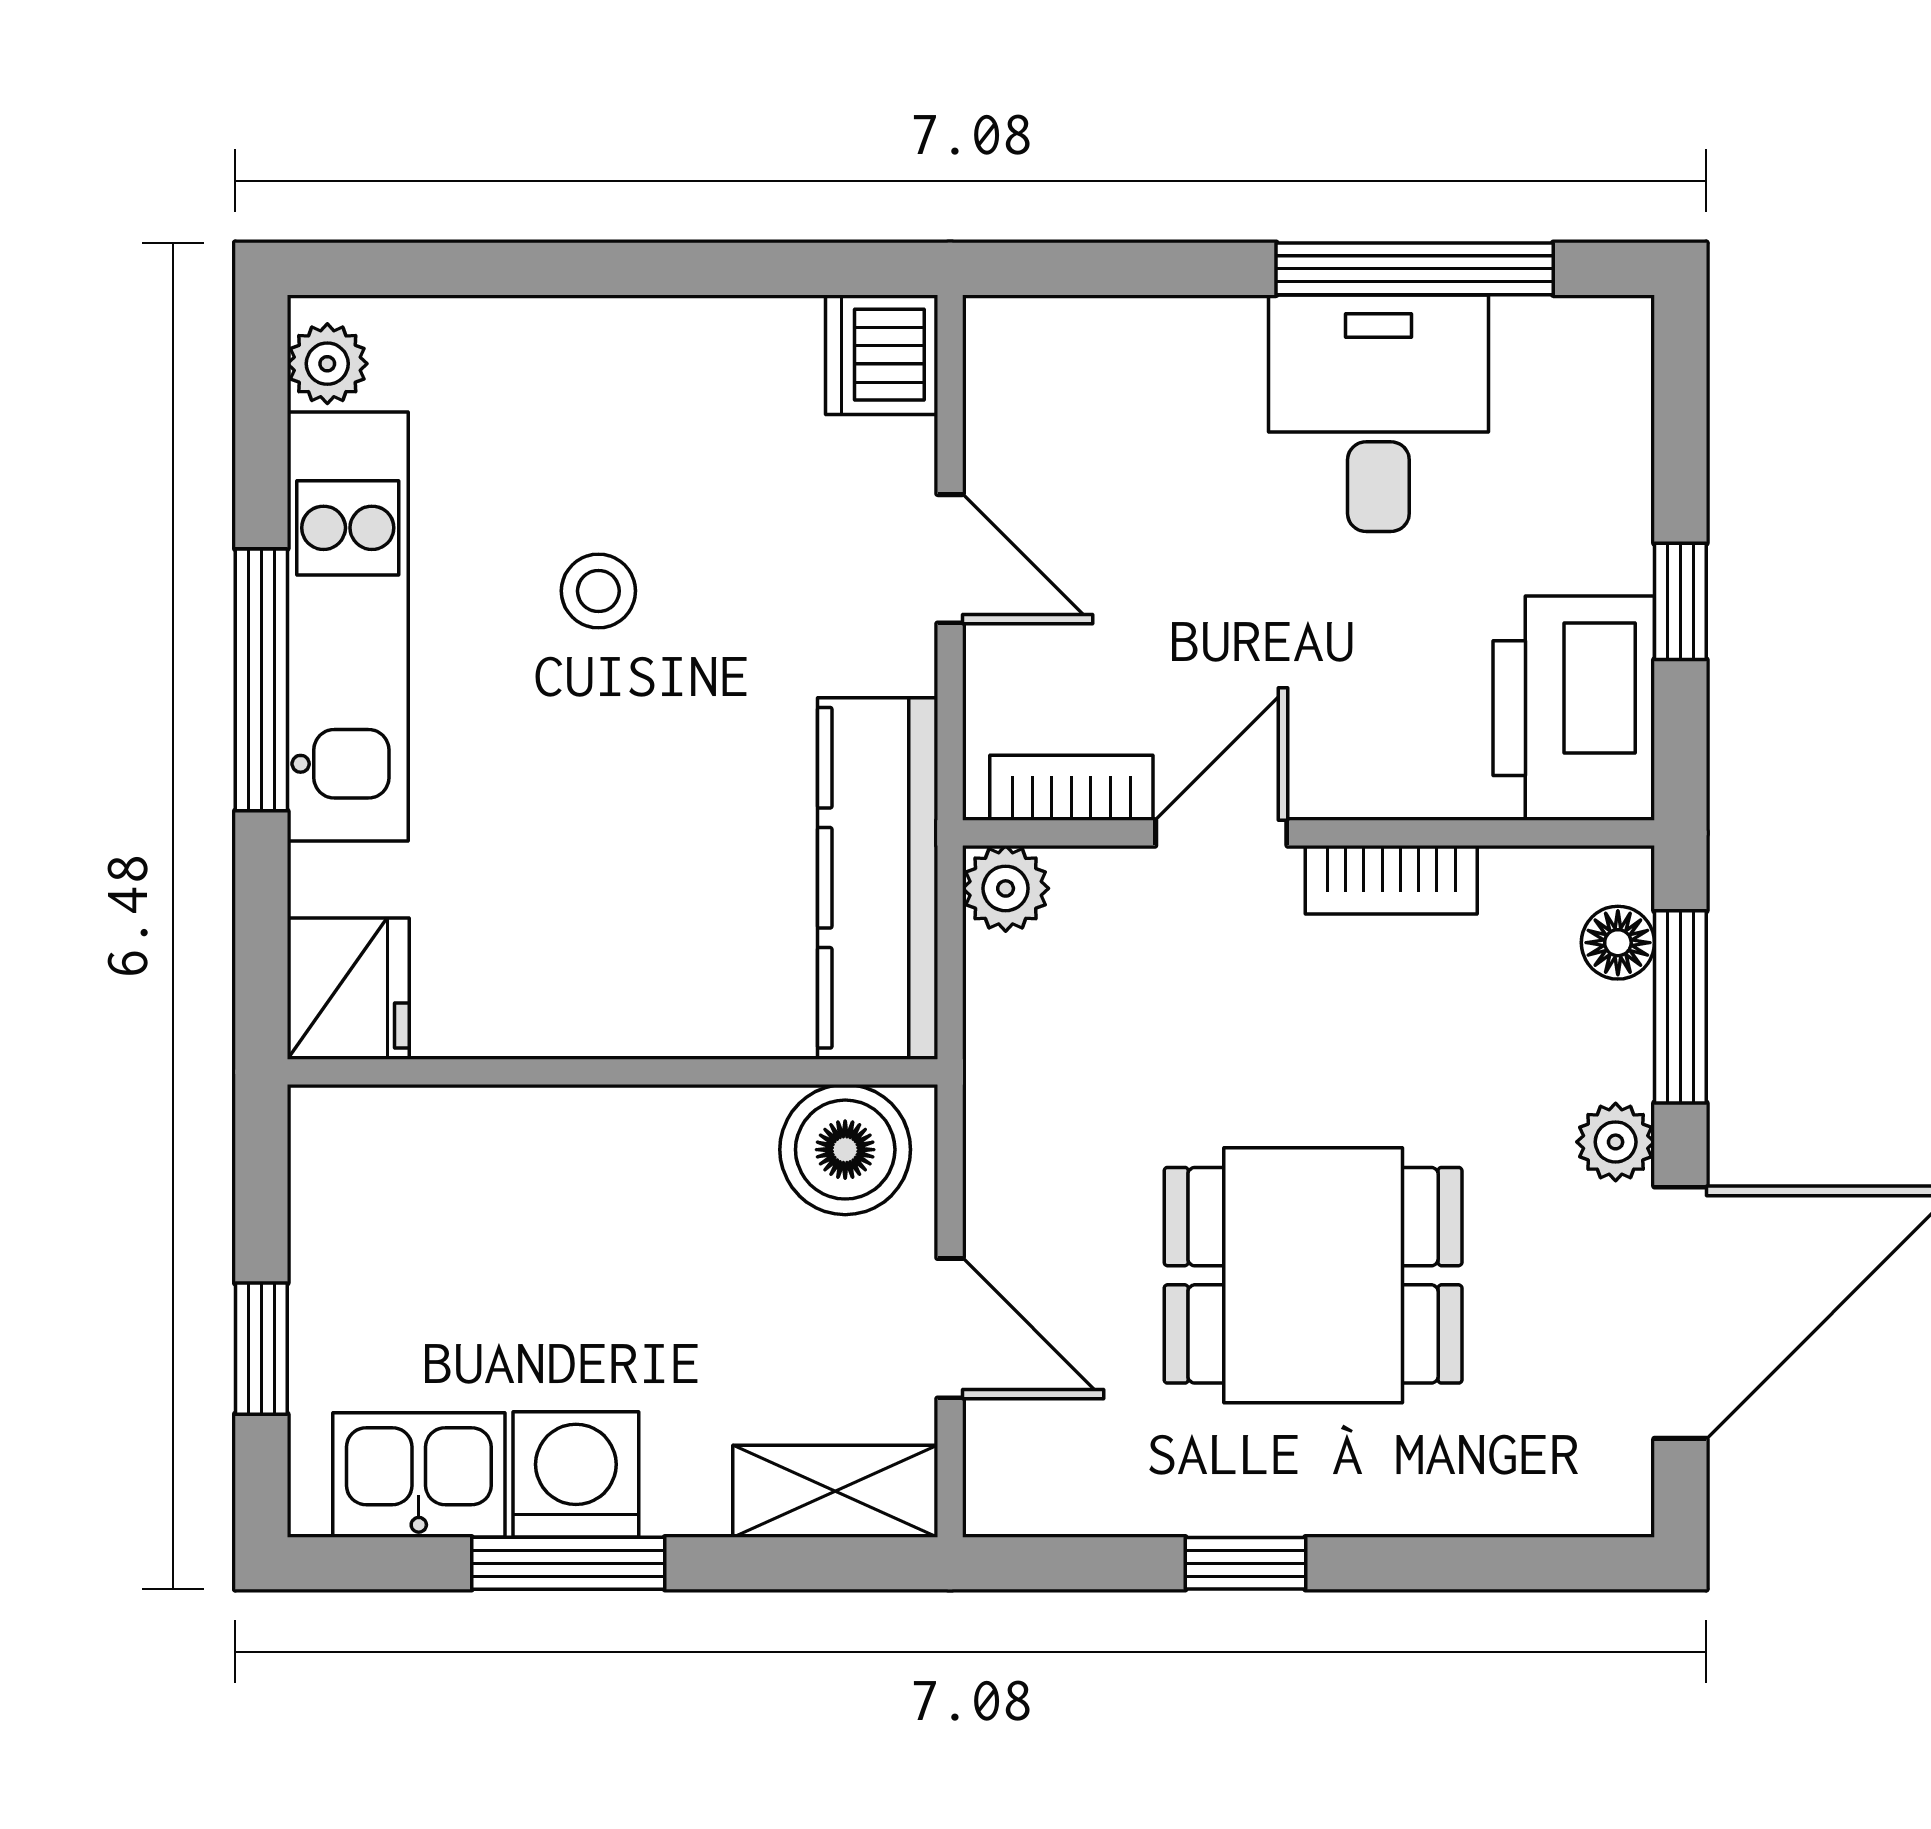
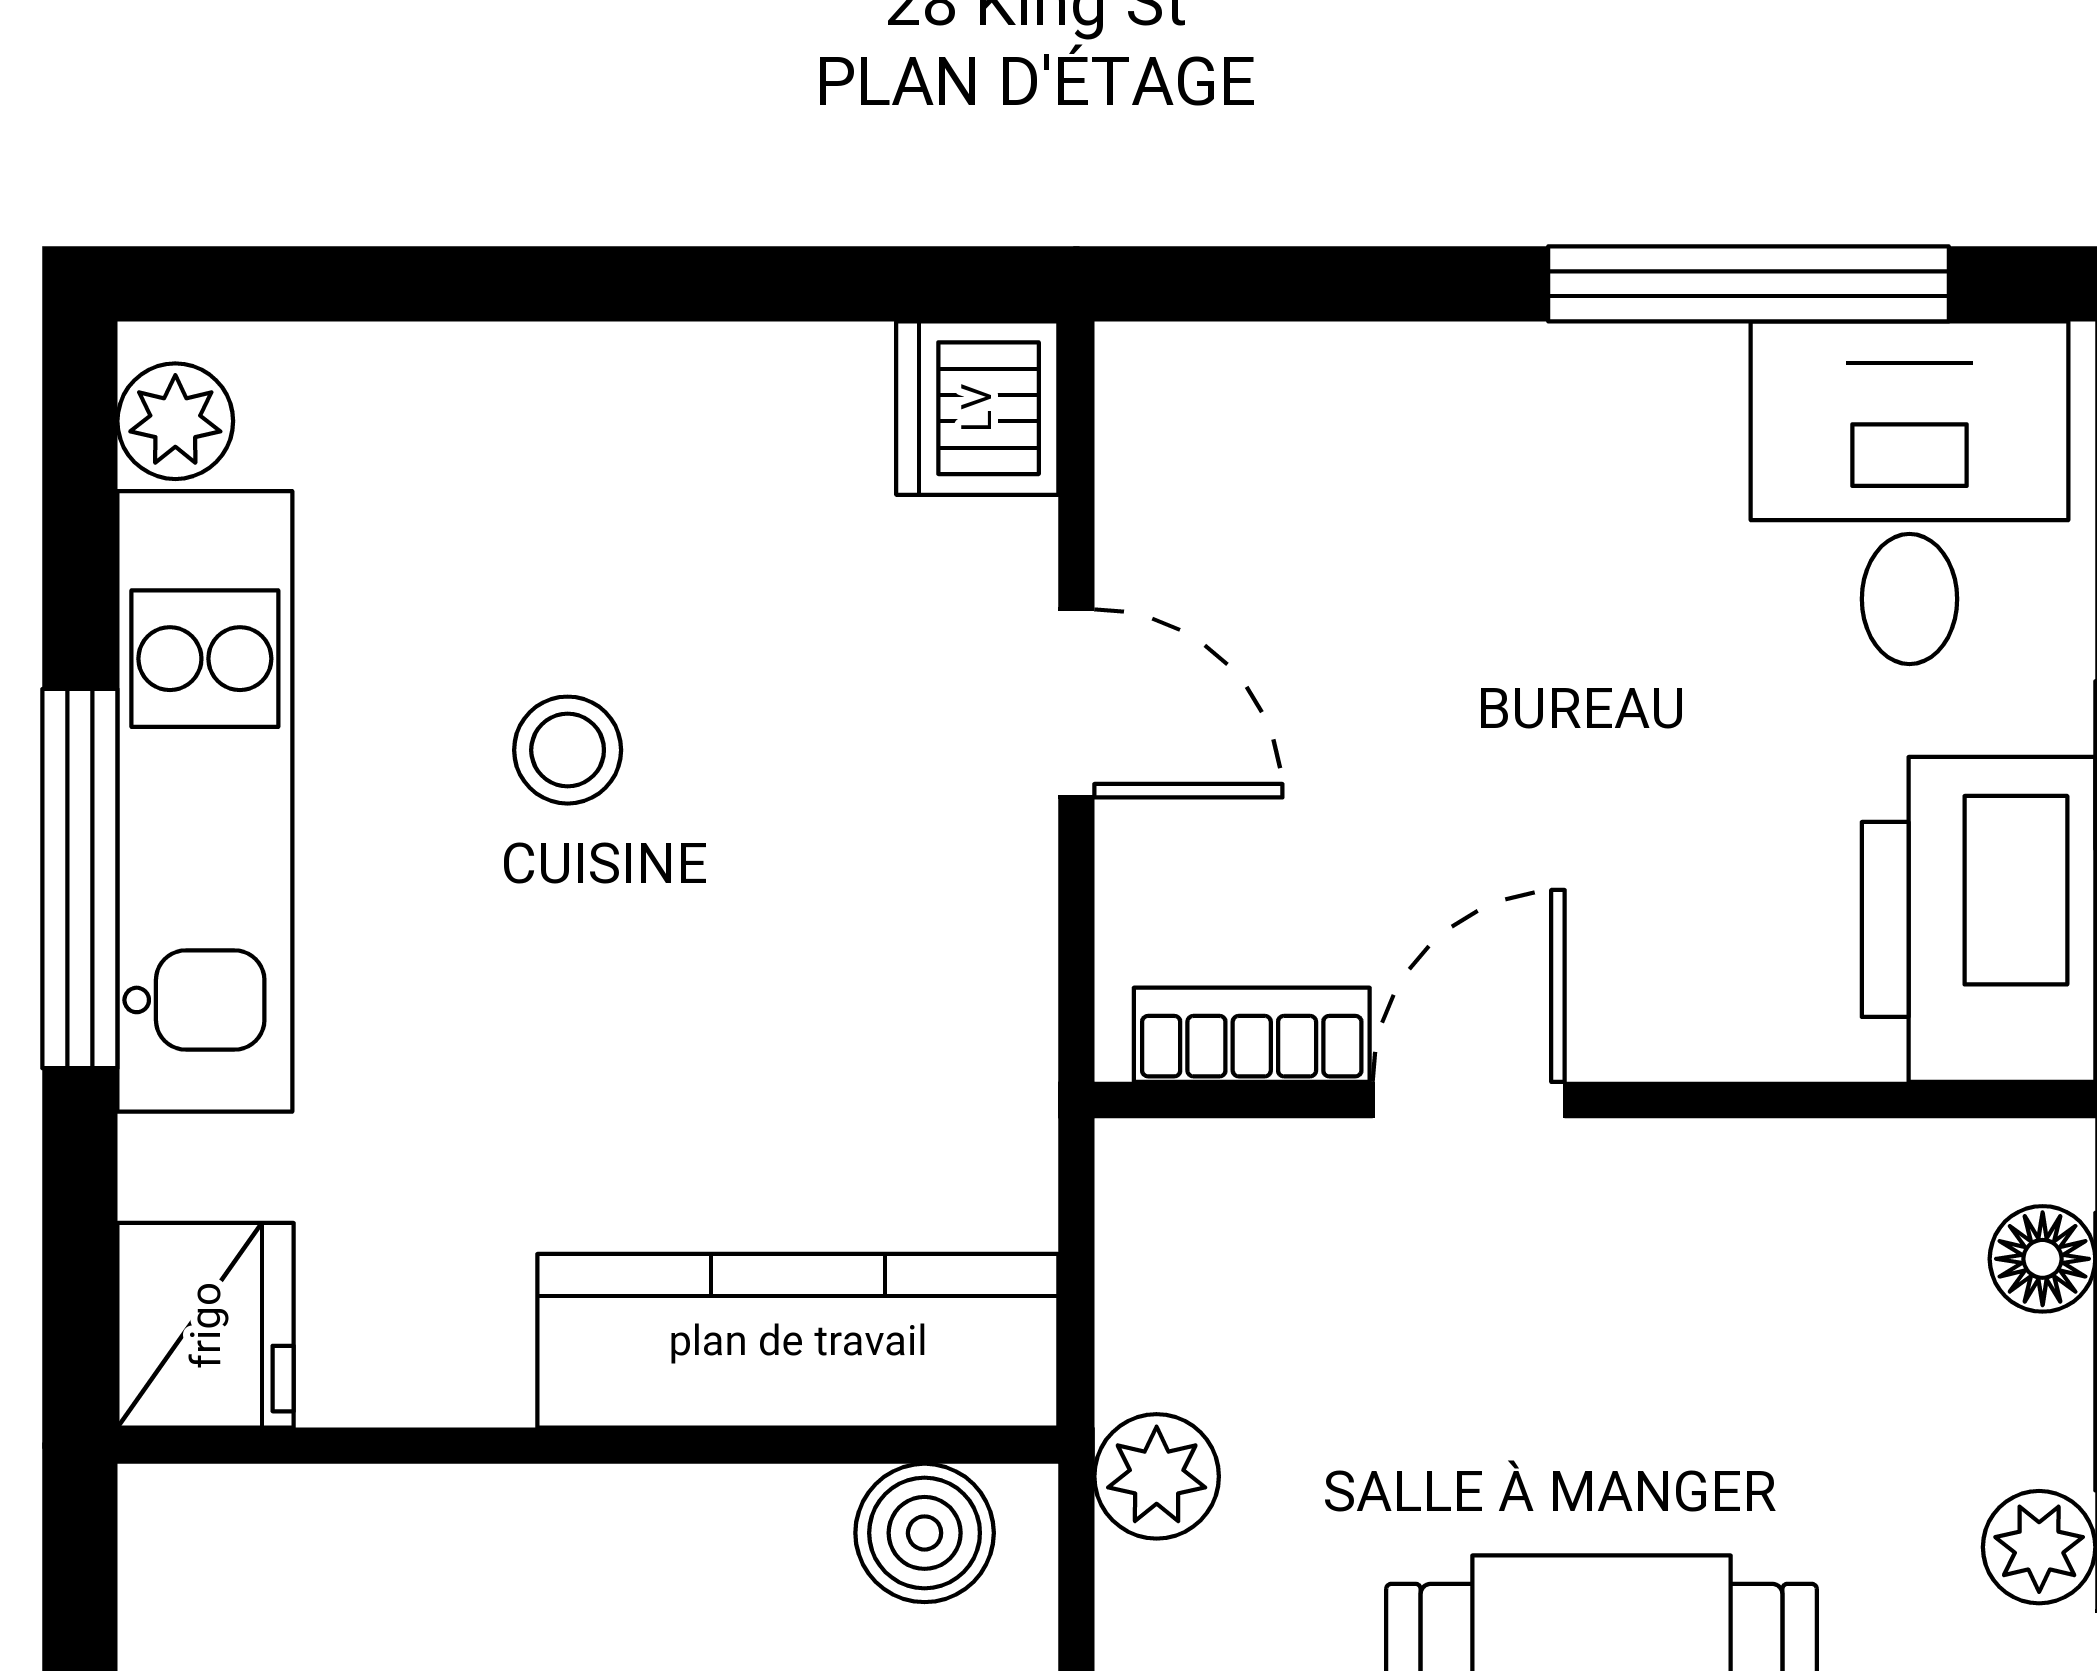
desk: (1378, 413) -> (1909, 493), moved
kitchen counter: (878, 878) -> (798, 1341), moved, turned 90
bookcase: (1391, 880) -> (1715, 1168), removed
plant: (1006, 888) -> (1157, 1476), moved
boiler: (845, 1150) -> (925, 1533), width x0.73, depth x0.73

